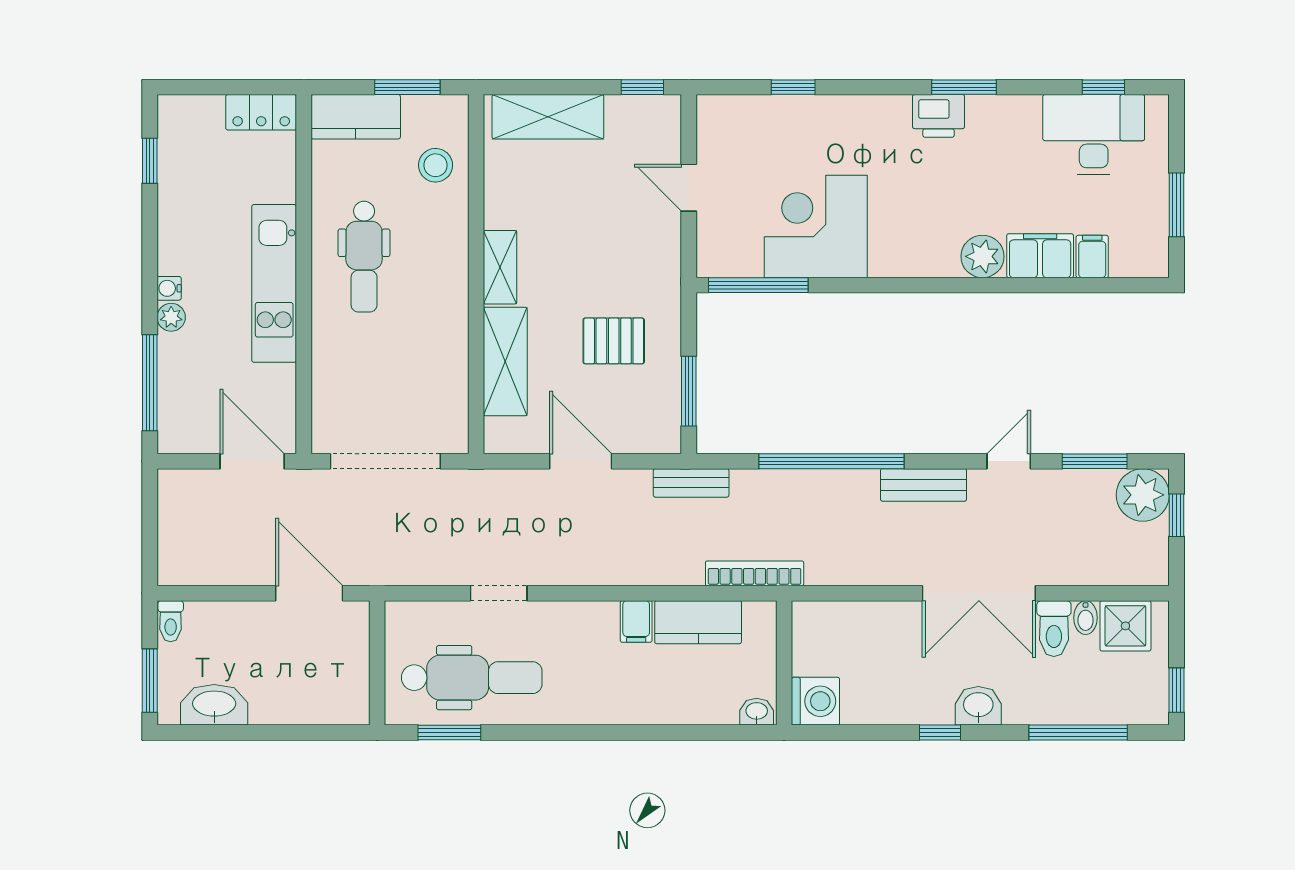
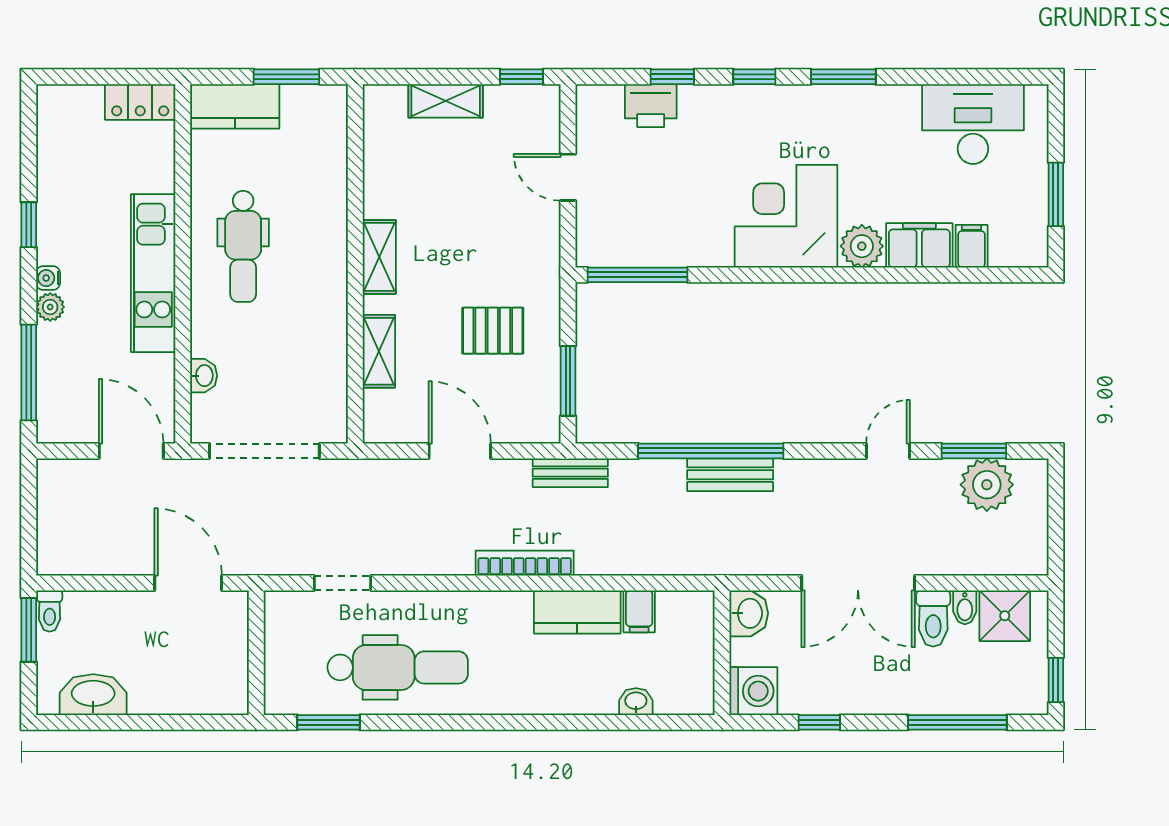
window: (1103, 87) -> (754, 77), moved
printer: (939, 116) -> (651, 106), moved
shelving: (548, 117) -> (446, 101), width x0.67, depth x0.75
window: (150, 161) -> (29, 225), moved
stool: (436, 165) -> (315, 155), removed
corner desk: (816, 226) -> (786, 216), moved
shelving: (505, 361) -> (379, 351), width x0.67, depth x0.75
washbasin: (325, 386) -> (204, 376), added
bench: (924, 485) -> (730, 475), moved
plant: (1143, 495) -> (987, 485), moved
window: (1177, 515) -> (1056, 505), removed
bookcase: (755, 573) -> (525, 563), moved
doorway: (499, 593) -> (342, 583), moved
filing cabinet: (636, 621) -> (639, 611), moved
wall: (784, 663) -> (722, 653), moved
dental chair: (472, 678) -> (398, 667), moved
window: (150, 681) -> (29, 630), moved
washing machine: (815, 701) -> (753, 691), moved
washbasin: (978, 706) -> (749, 613), moved, turned 90

